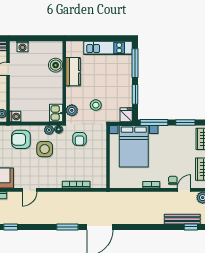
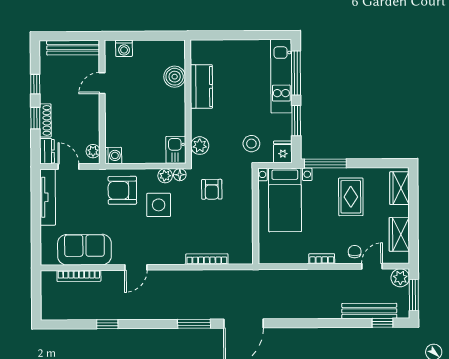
kitchen unit: (108, 48) -> (281, 76), moved, turned 90
stool: (96, 105) -> (251, 144), moved
window: (185, 122) -> (373, 163), removed
rug: (171, 144) -> (351, 197), added
bed with nightstands: (134, 146) -> (285, 200), width x0.73

